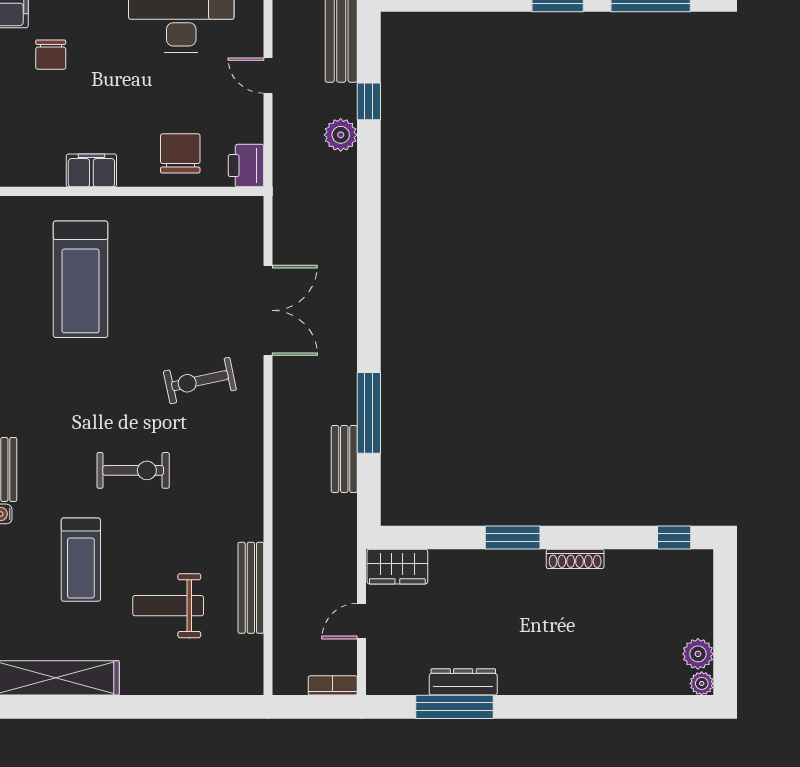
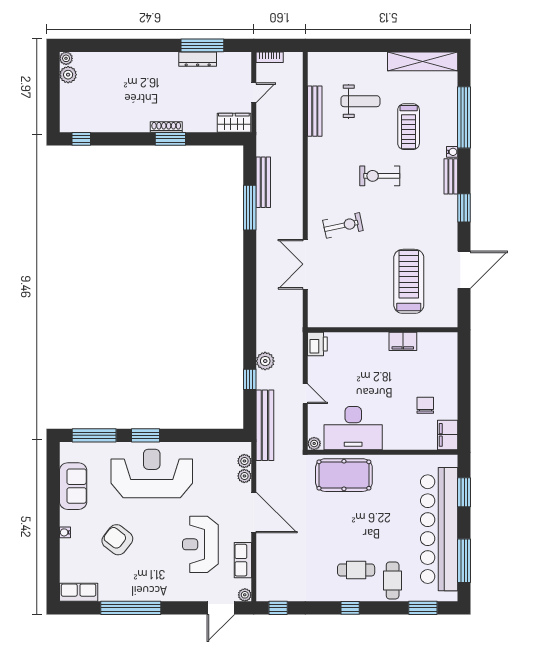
chair: (180, 153) -> (354, 351), removed
bench: (344, 459) -> (263, 182), width x1.36
shoe rack: (575, 559) -> (166, 127), moved
treadmill: (81, 560) -> (409, 127), turned 180

